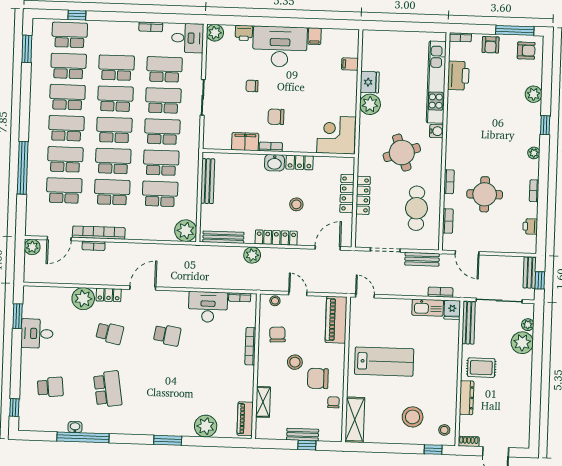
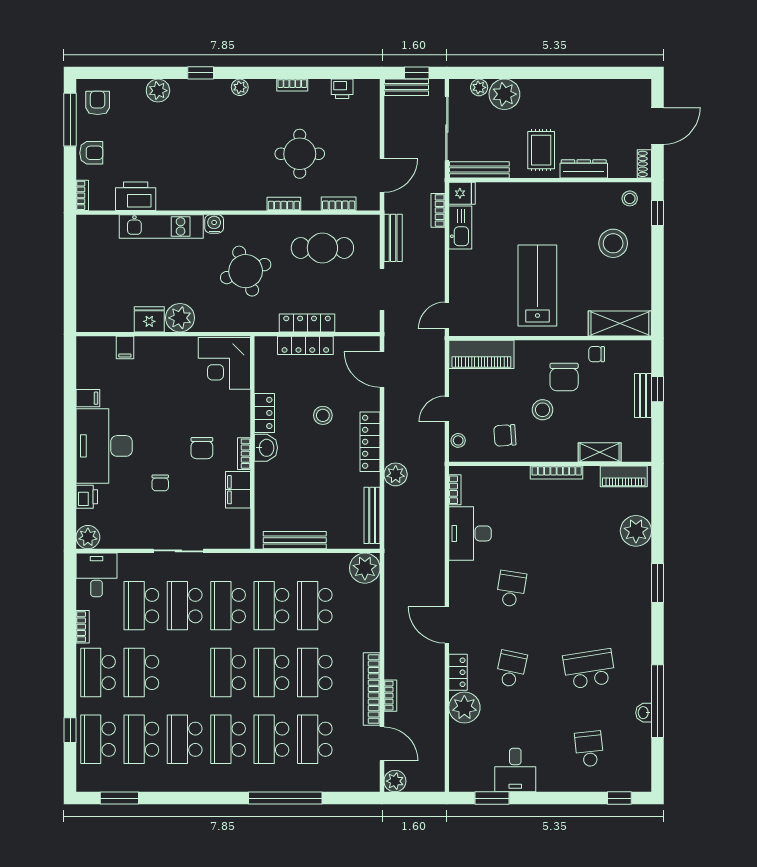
kitchen unit: (436, 82) -> (161, 226), width x0.73
school desk: (115, 99) -> (98, 672), moved
bookcase: (250, 346) -> (557, 473), moved

